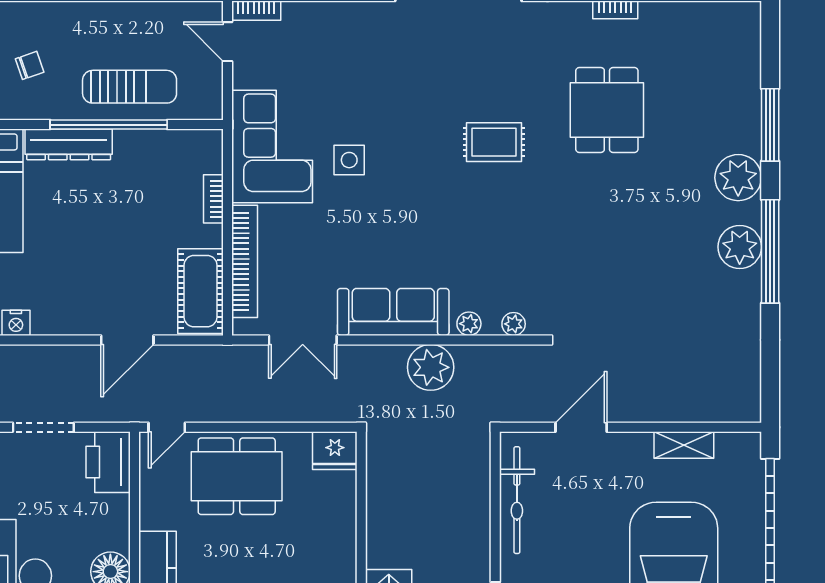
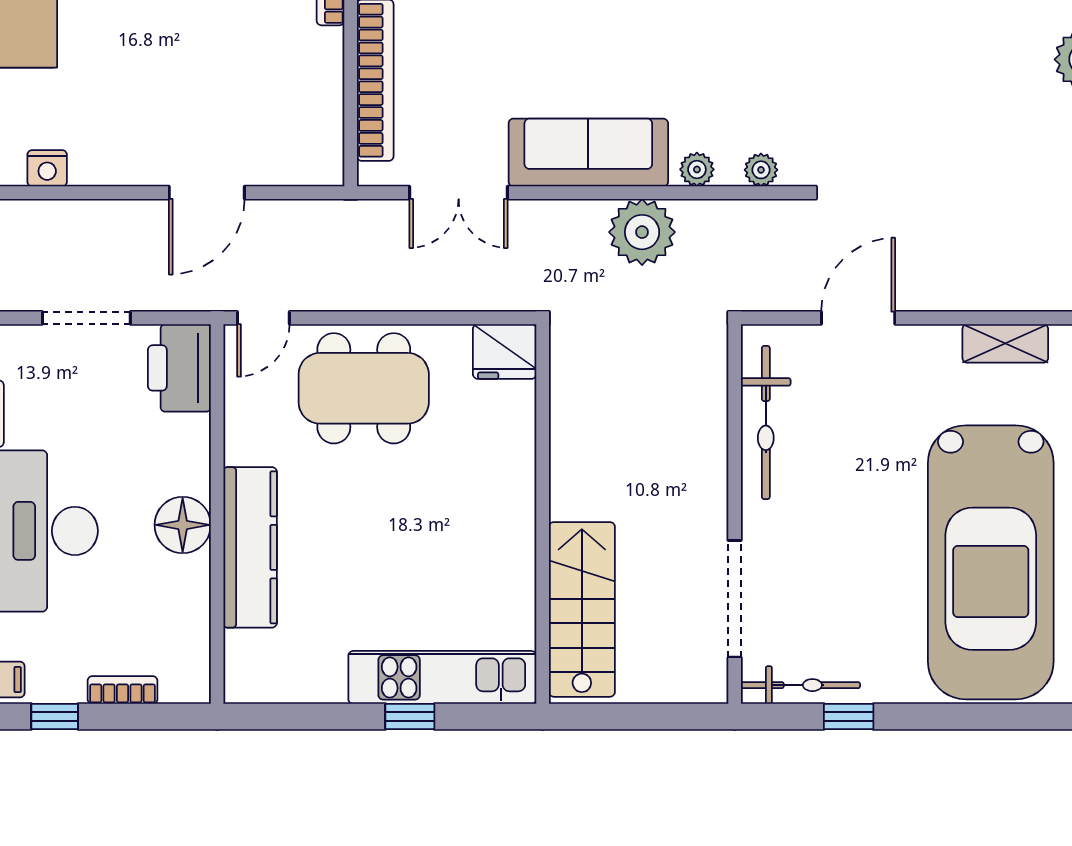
cot: (201, 291) -> (312, 123), removed

